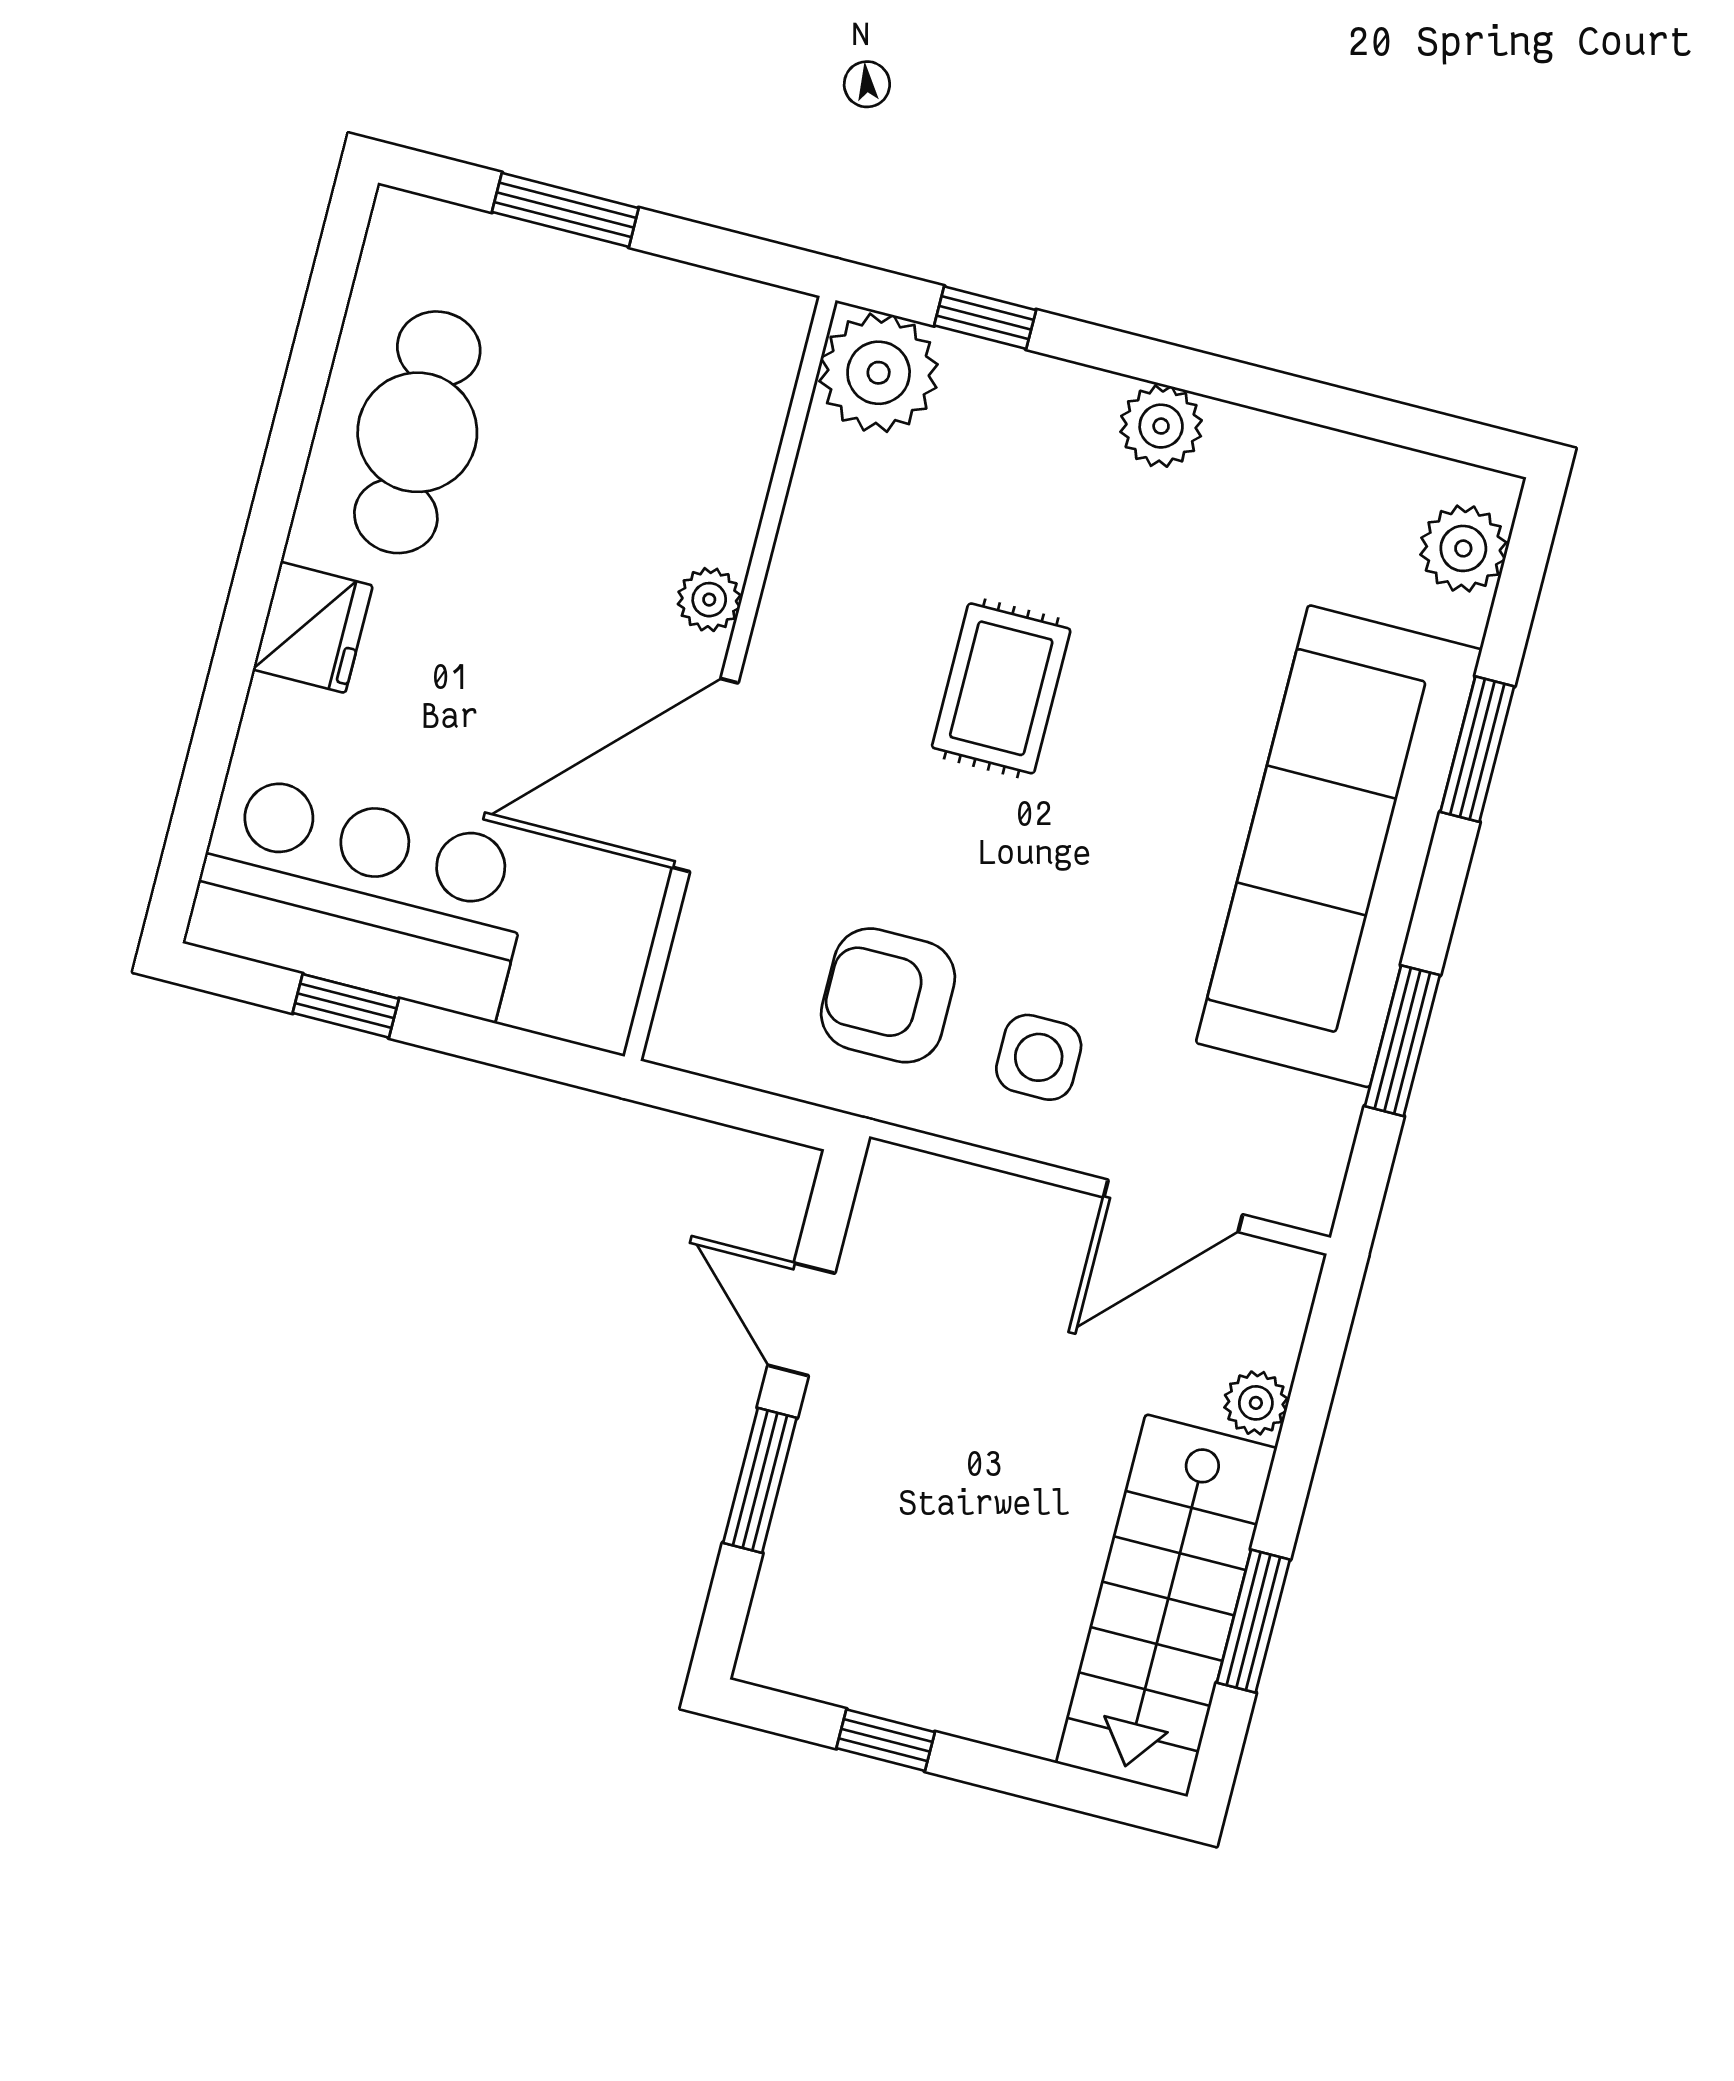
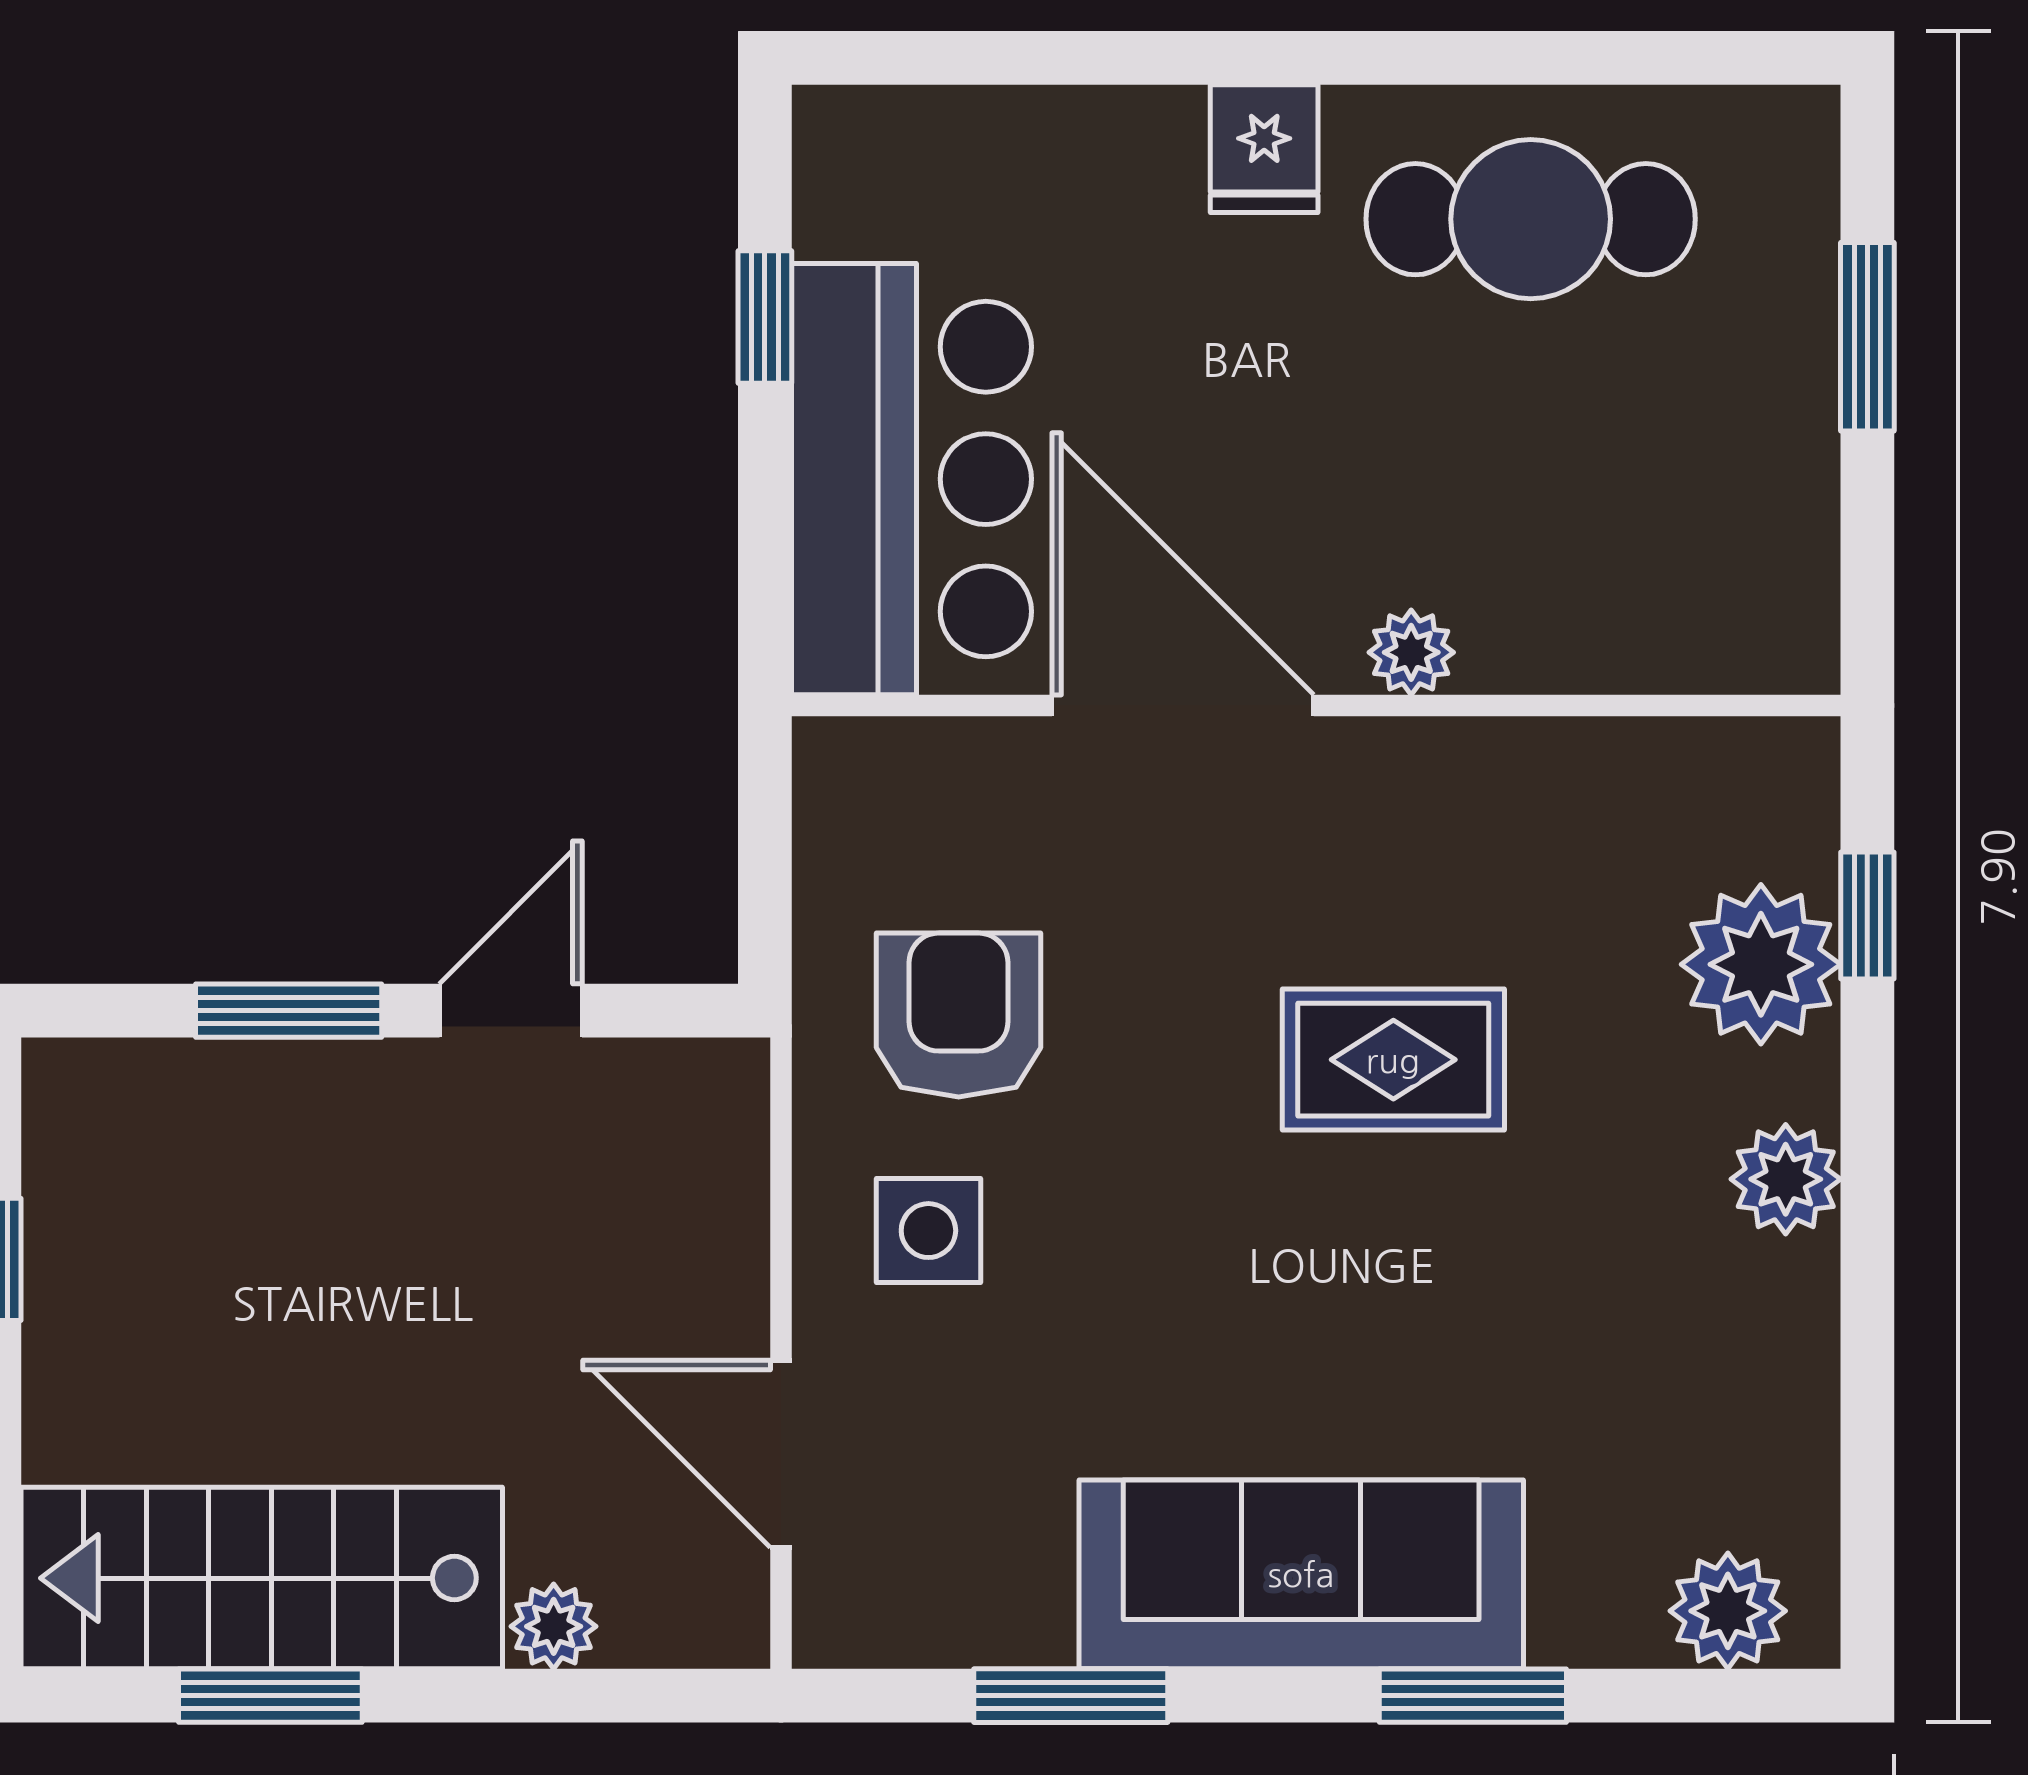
plant: (879, 373) -> (1761, 964), moved
fridge: (313, 627) -> (1264, 149), width x0.72
sofa: (1339, 846) -> (1301, 1574), width x0.74, depth x0.79
bar counter: (361, 896) -> (912, 479), moved

